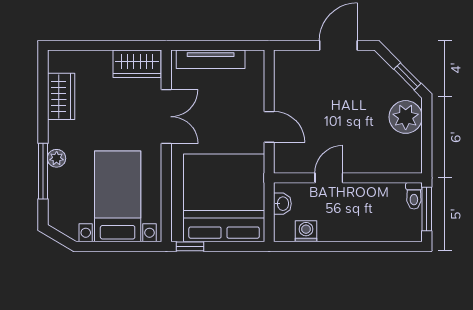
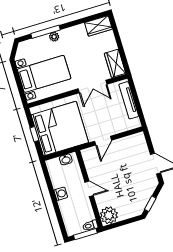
wardrobe: (61, 96) -> (98, 26), moved
plant: (406, 117) -> (109, 215), moved
door: (329, 178) -> (89, 189), moved
washing machine: (306, 231) -> (61, 194), moved
window: (190, 246) -> (34, 134), moved

